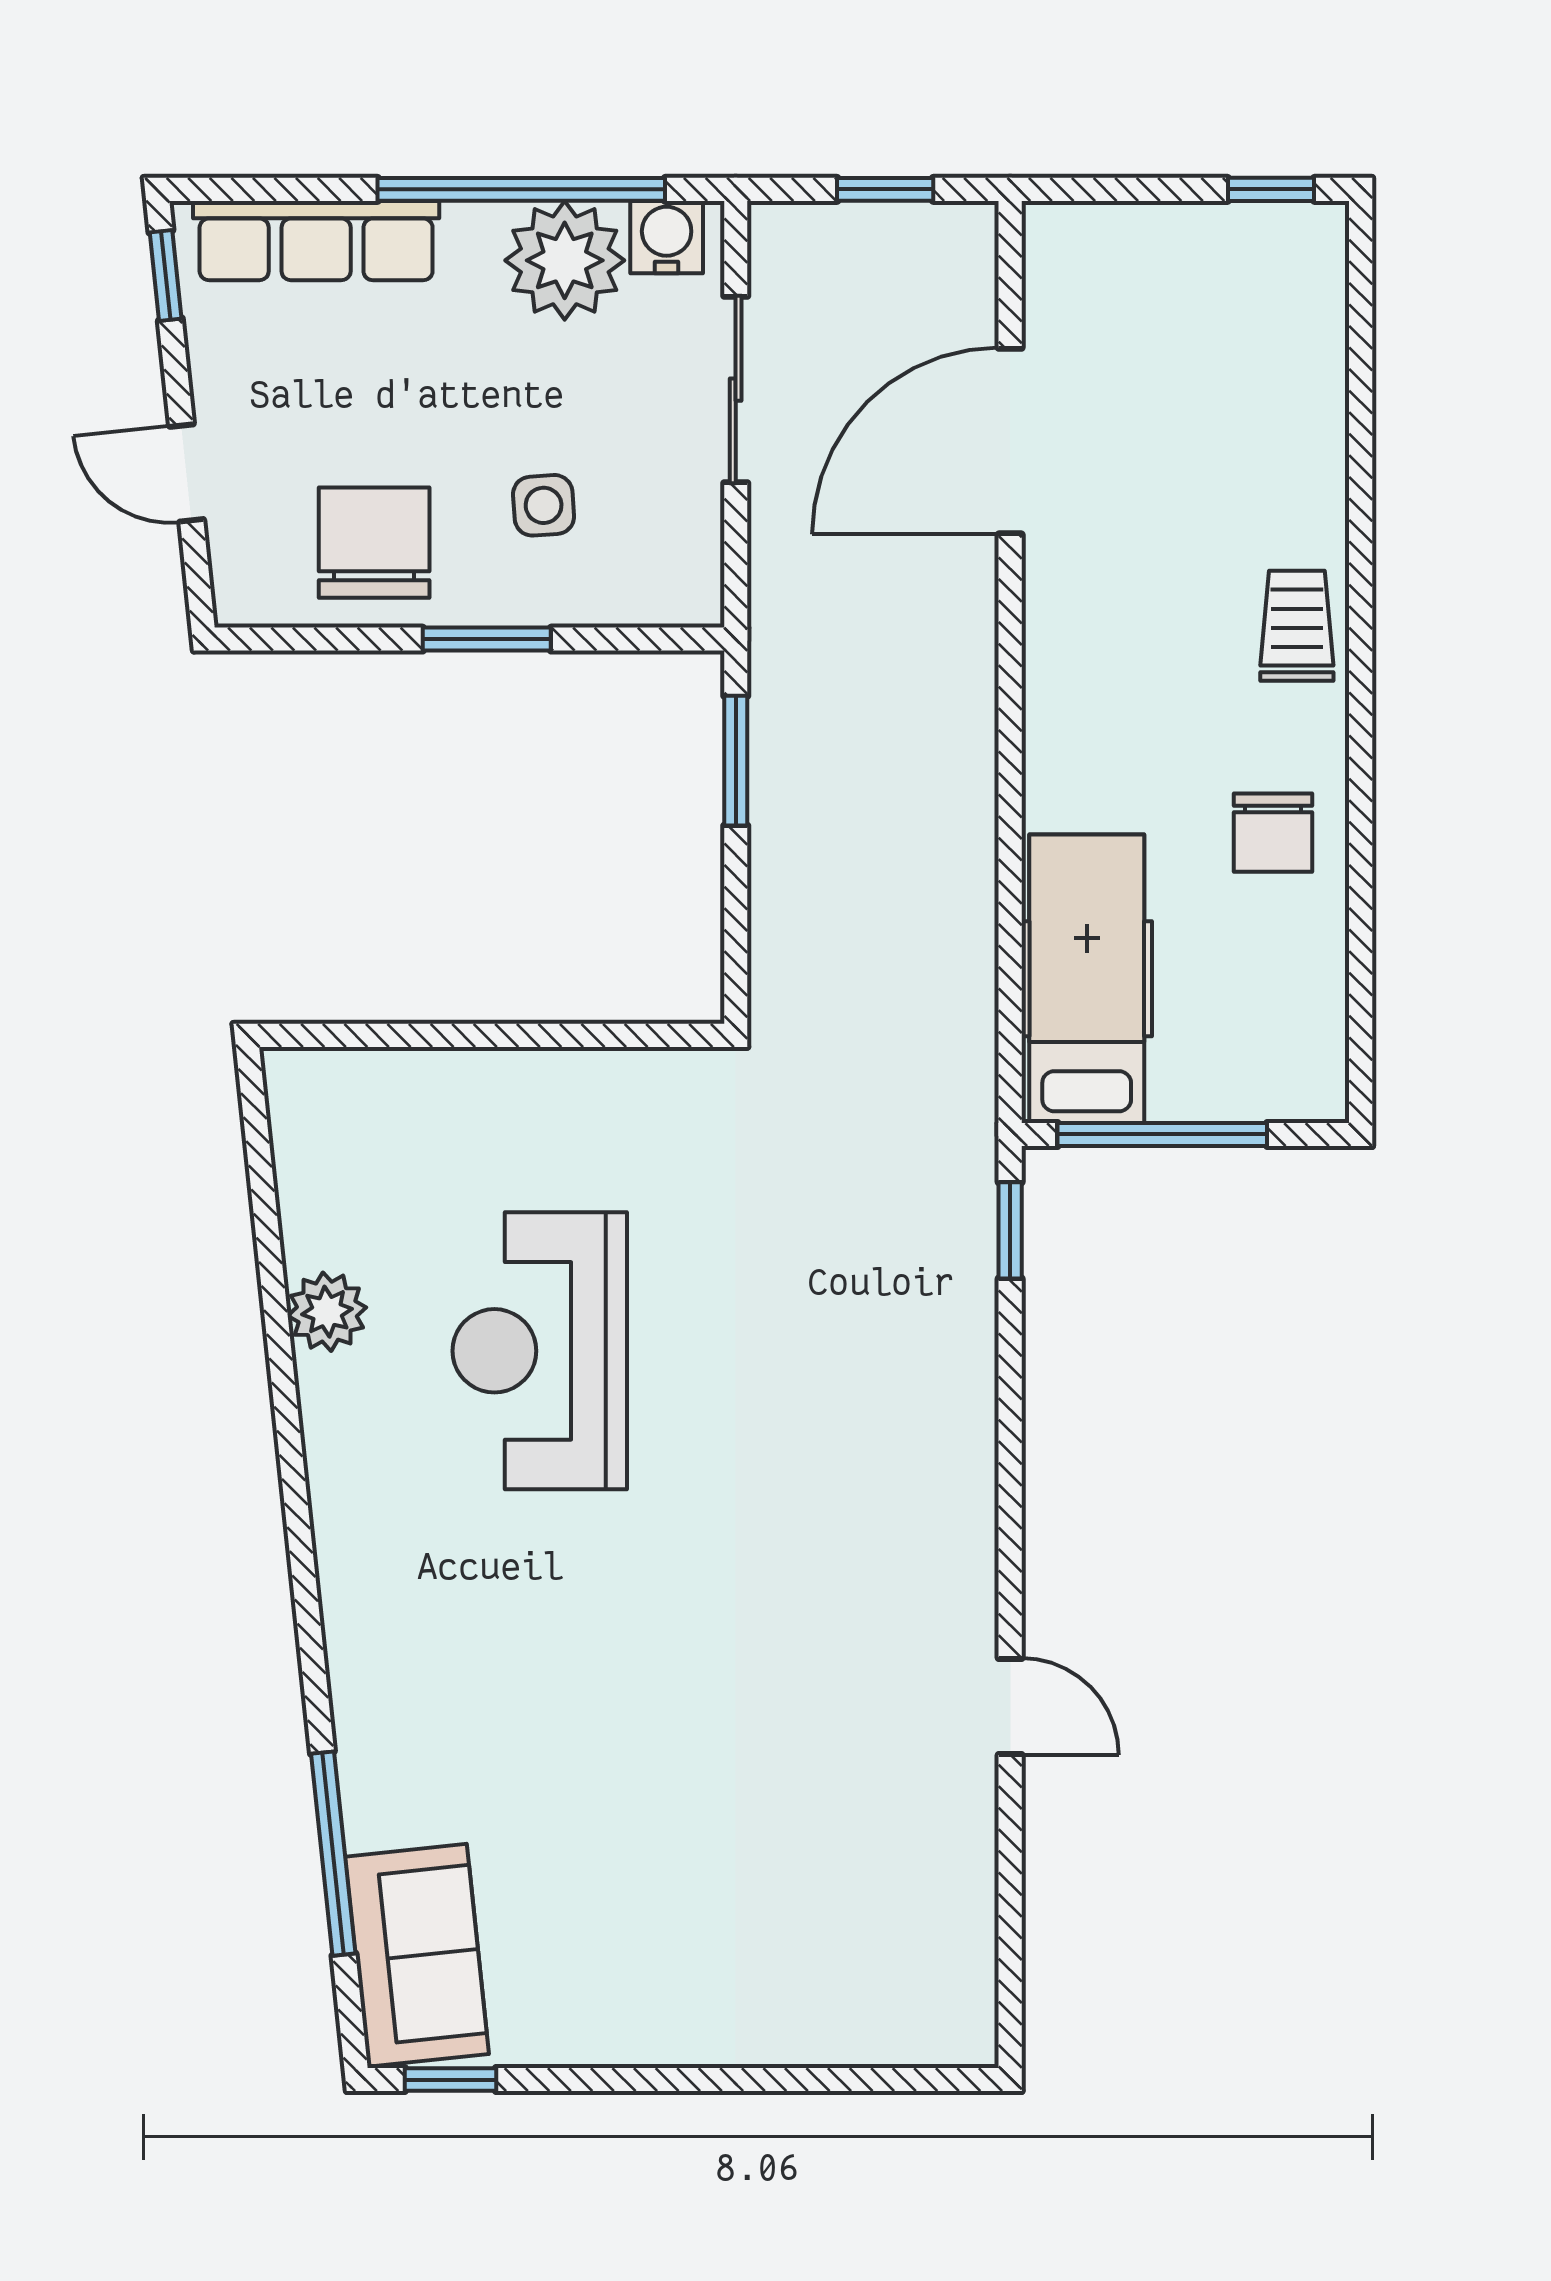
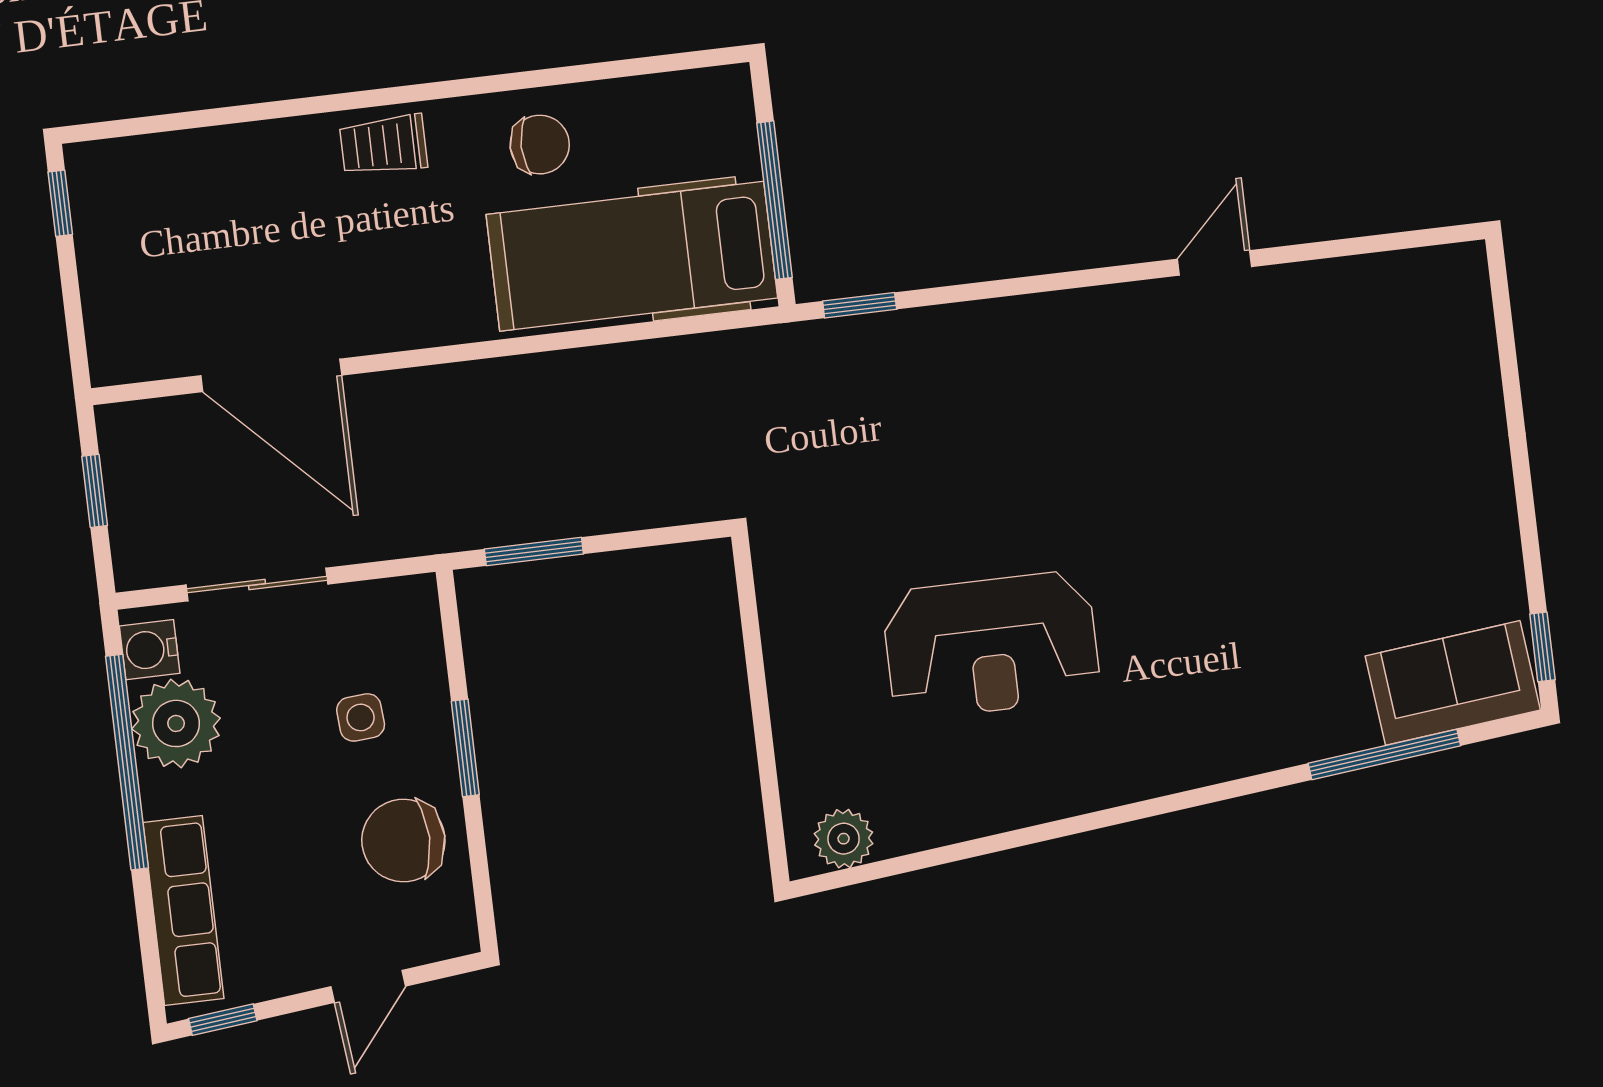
hospital bed: (1087, 979) -> (632, 256), width x1.37, depth x1.29
plant: (327, 1312) -> (844, 839), moved

